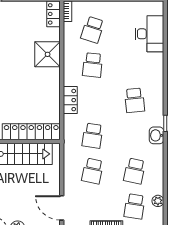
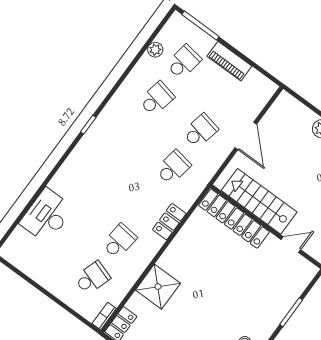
desk: (150, 34) -> (47, 216), moved
school desk: (135, 100) -> (103, 172), removed
washbasin: (156, 135) -> (107, 119), removed
door: (62, 208) -> (246, 136), moved

